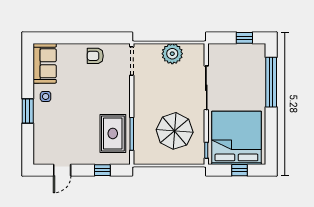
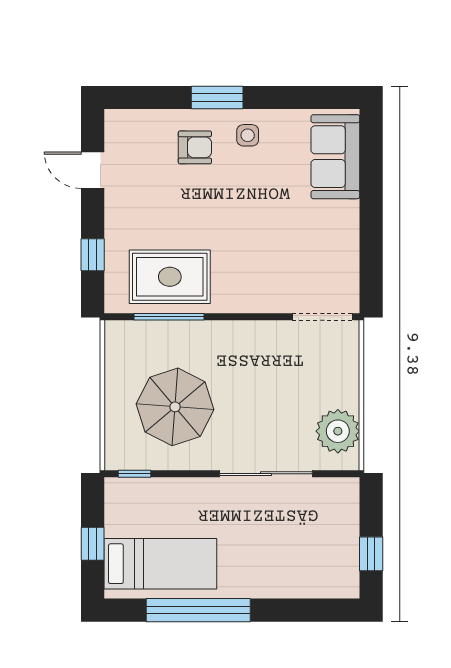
plant: (172, 54) -> (338, 431), moved
armchair: (95, 56) -> (195, 147), moved, turned 90
sofa: (45, 63) -> (335, 157), moved, turned 90
window: (271, 82) -> (198, 610), moved
bed: (236, 138) -> (160, 564), width x0.49

